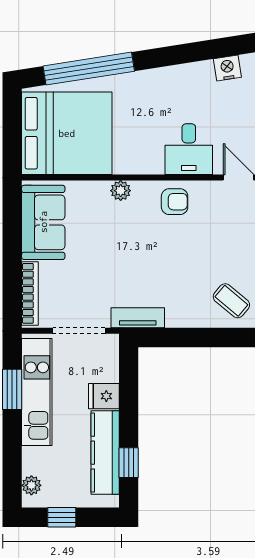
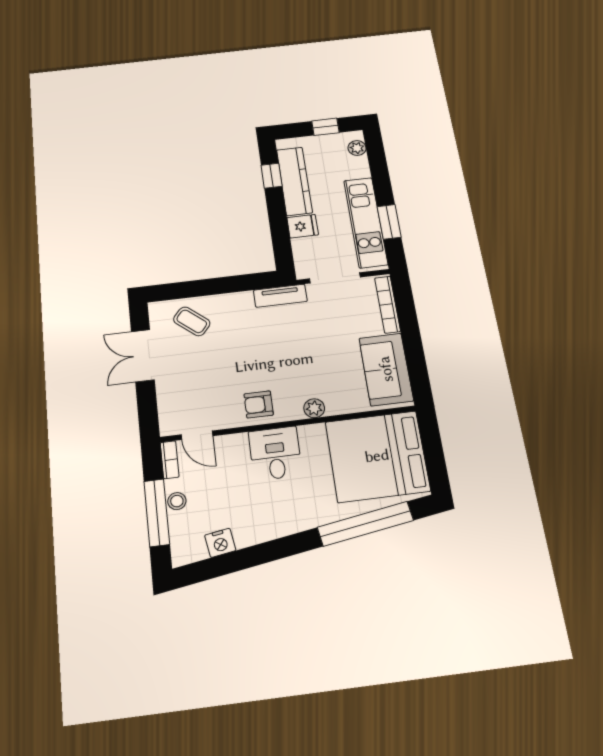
desk: (189, 149) -> (275, 453), moved

